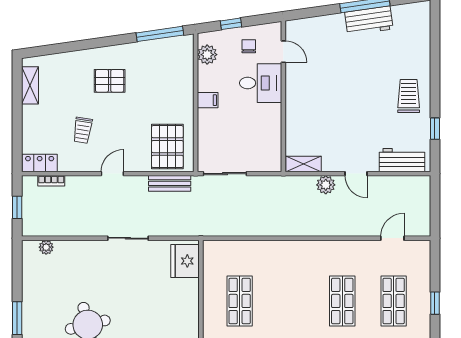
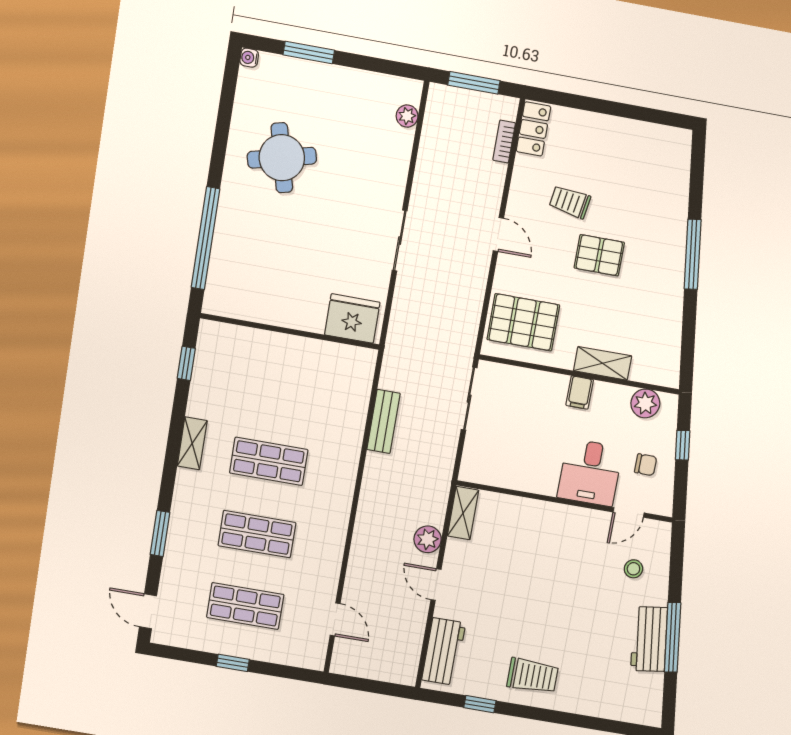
window: (160, 34) -> (693, 254), moved
stool: (322, 41) -> (633, 569), added
pallet: (110, 81) -> (599, 255), moved, turned 90
shelving: (30, 85) -> (603, 363), moved
door: (356, 174) -> (436, 585), hinge flipped
bench: (170, 183) -> (384, 421), moved
window: (17, 207) -> (474, 83), width x1.50
shop shelf: (240, 301) -> (269, 461), moved

